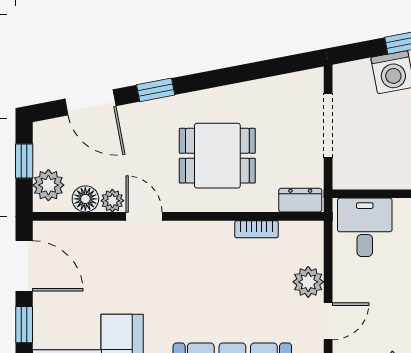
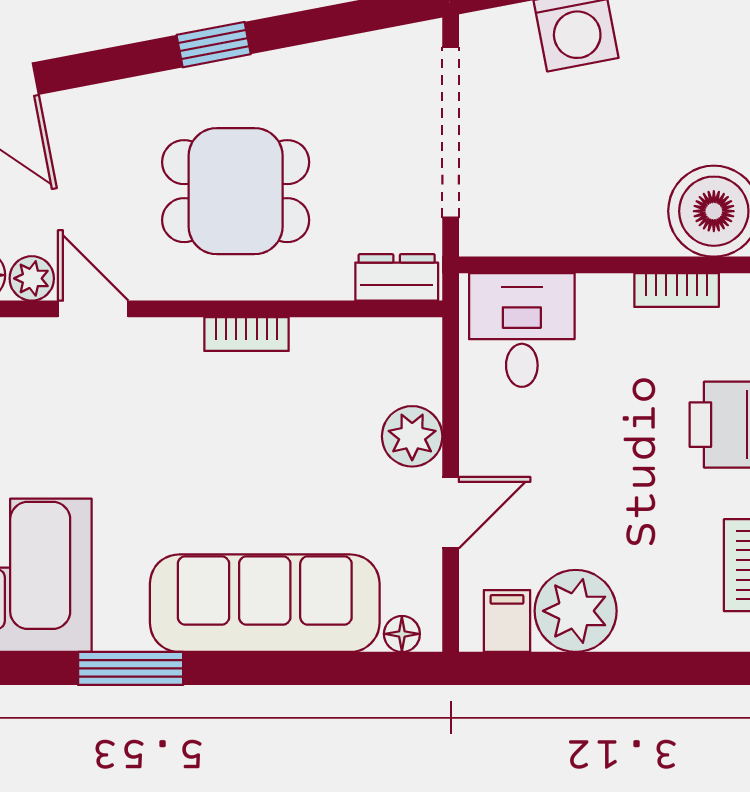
window: (156, 90) -> (214, 45), moved
doorway: (328, 125) -> (451, 132), width x1.36
bookcase: (256, 229) -> (246, 334), moved

